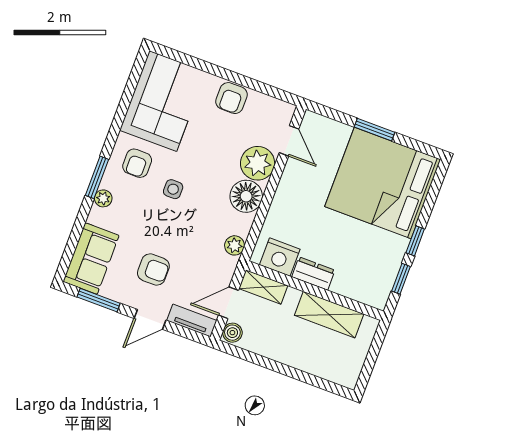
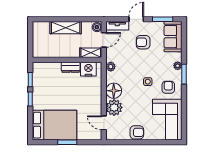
armchair: (231, 98) -> (137, 132), turned 90
bed: (383, 183) -> (55, 125), width x0.73
shelving: (329, 315) -> (66, 28), moved

